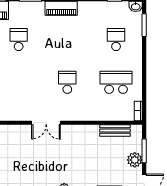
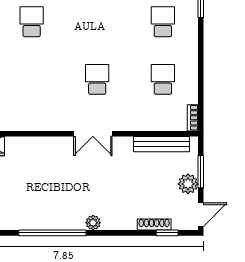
school desk: (116, 82) -> (163, 79), width x0.54
double door: (46, 123) -> (93, 134), moved
bench: (115, 131) -> (161, 144), width x1.36

